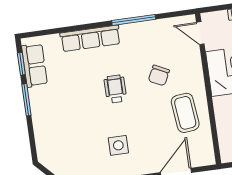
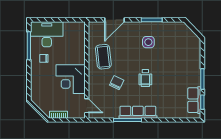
row of seats: (90, 38) -> (138, 112), moved

